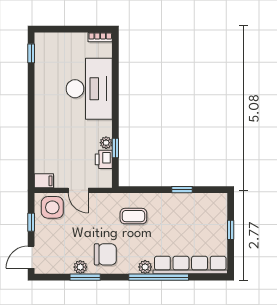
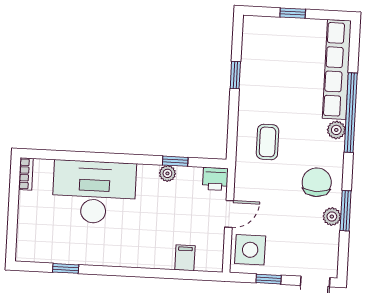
window: (31, 53) -> (66, 268), moved
printer: (104, 159) -> (215, 179), moved
filing cabinet: (44, 181) -> (185, 258), moved

